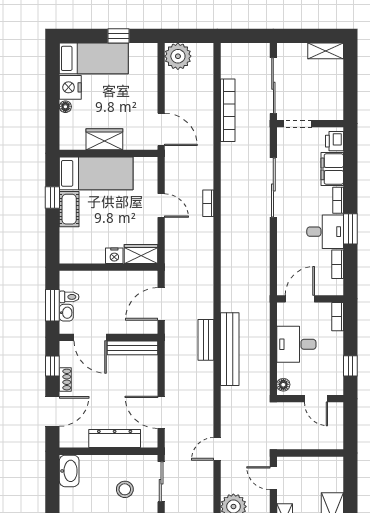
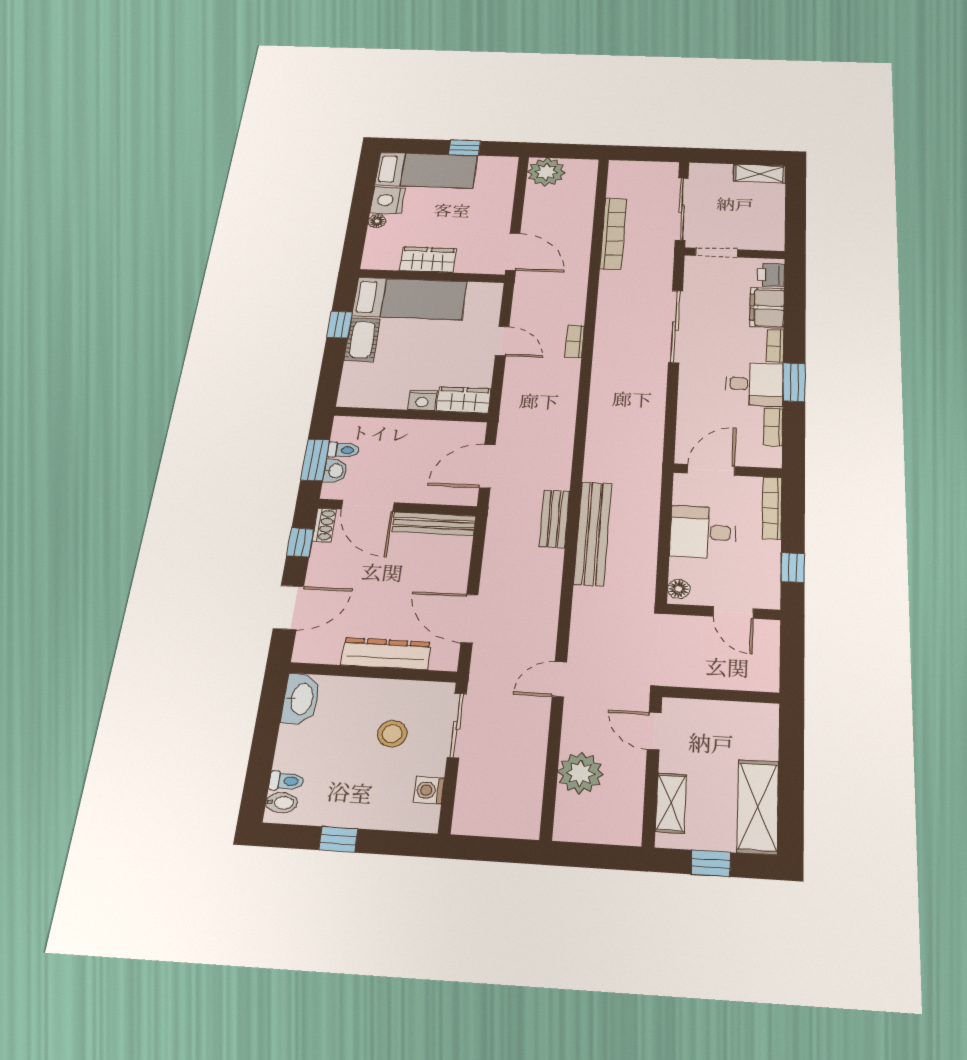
bookcase: (338, 317) -> (772, 508), width x1.56
shoe rack: (65, 380) -> (324, 525), moved

